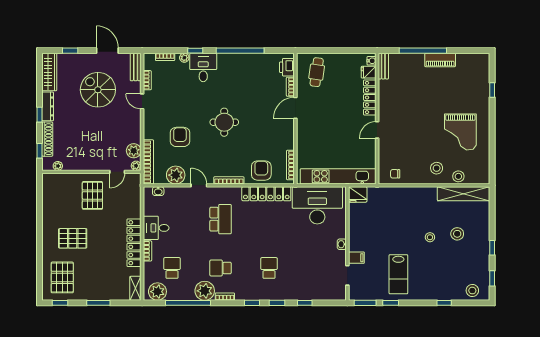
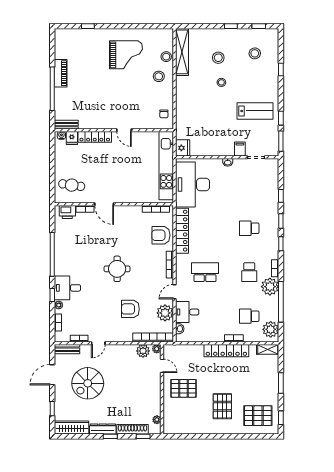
desk: (156, 228) -> (187, 312), moved, turned 90
stool: (472, 290) -> (255, 53), moved

